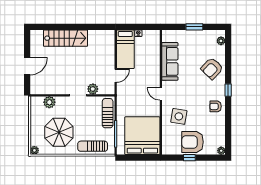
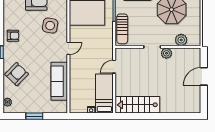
stairs: (66, 38) -> (137, 105), moved
plant: (93, 89) -> (166, 53), moved
door: (161, 94) -> (68, 48), hinge flipped

